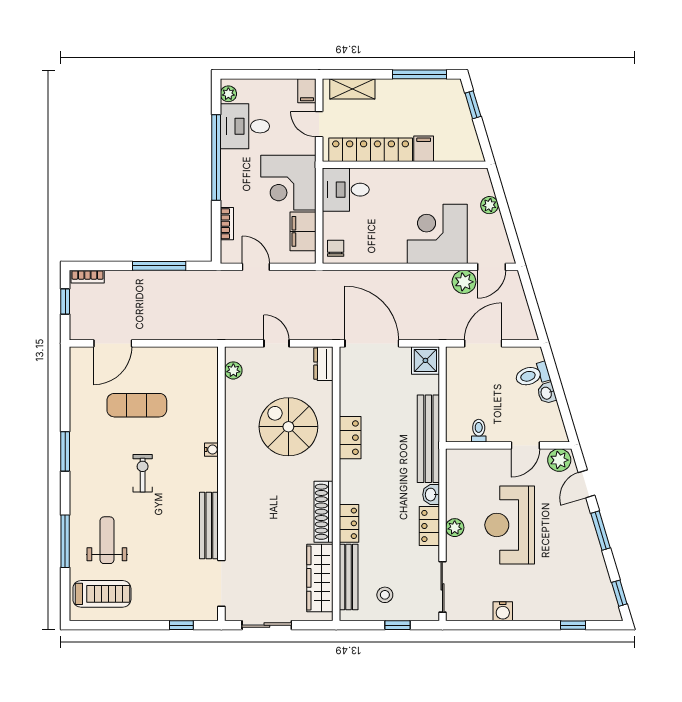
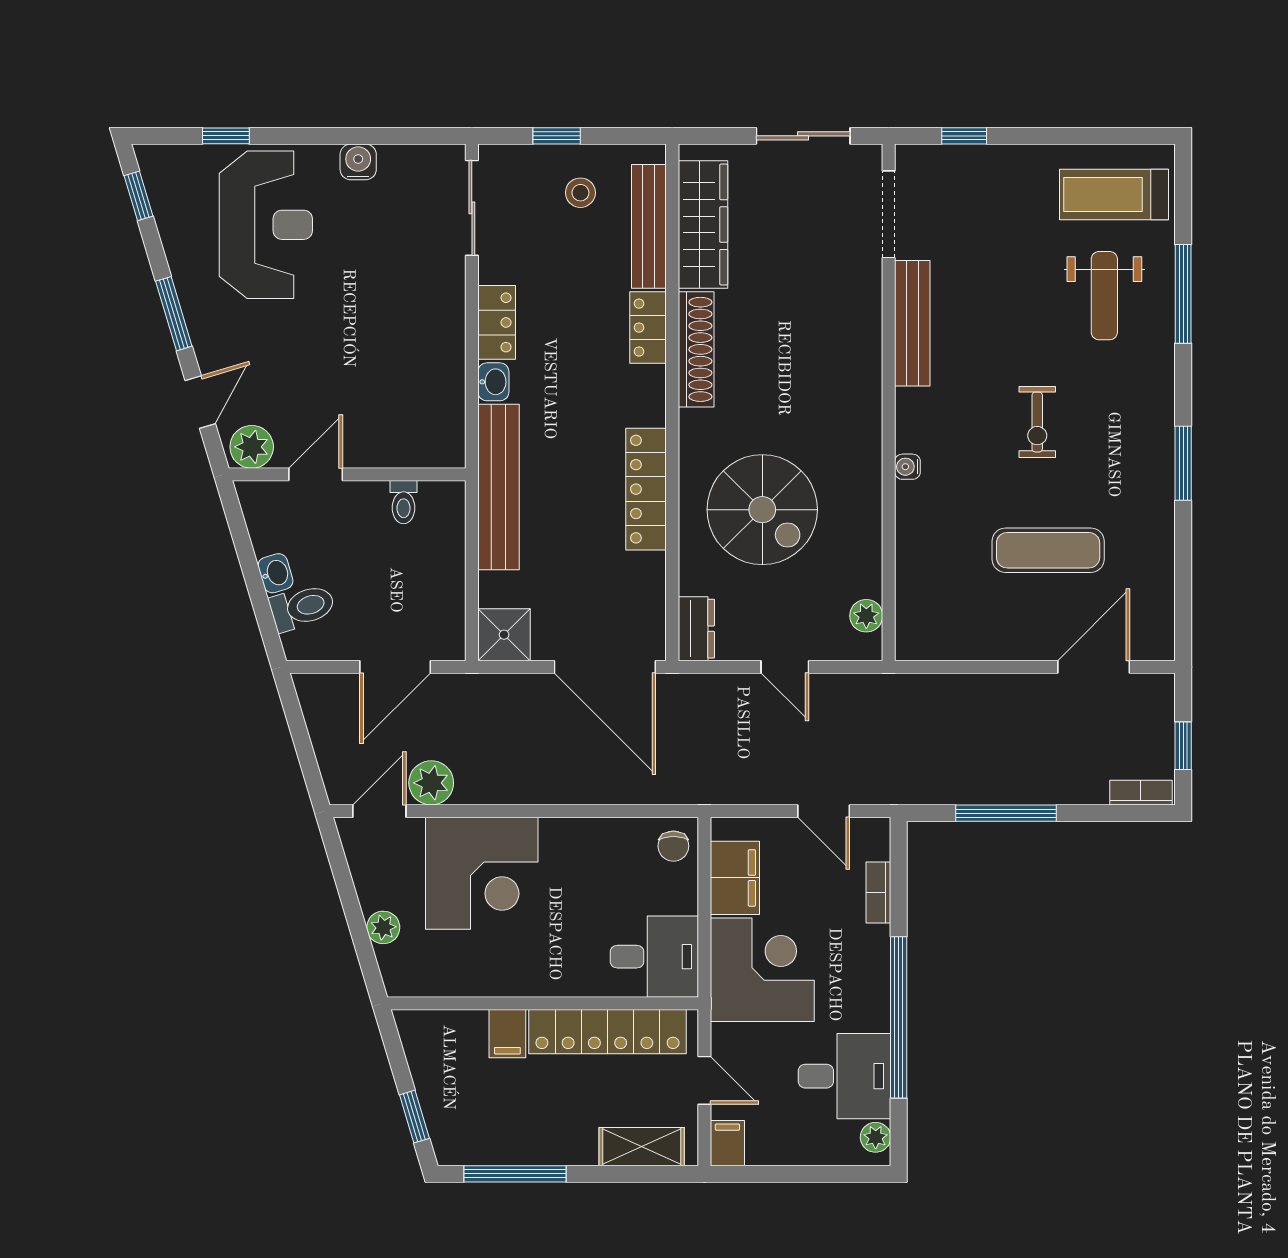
locker: (350, 438) -> (646, 489), width x1.53
reception desk: (510, 525) -> (266, 225), moved
plant: (455, 528) -> (449, 319), removed

